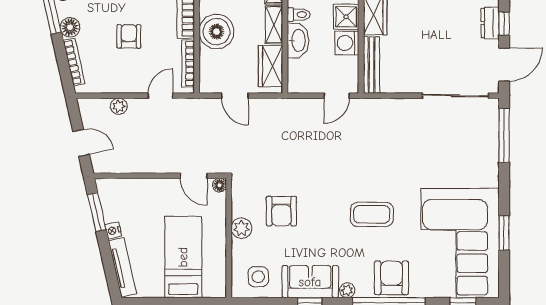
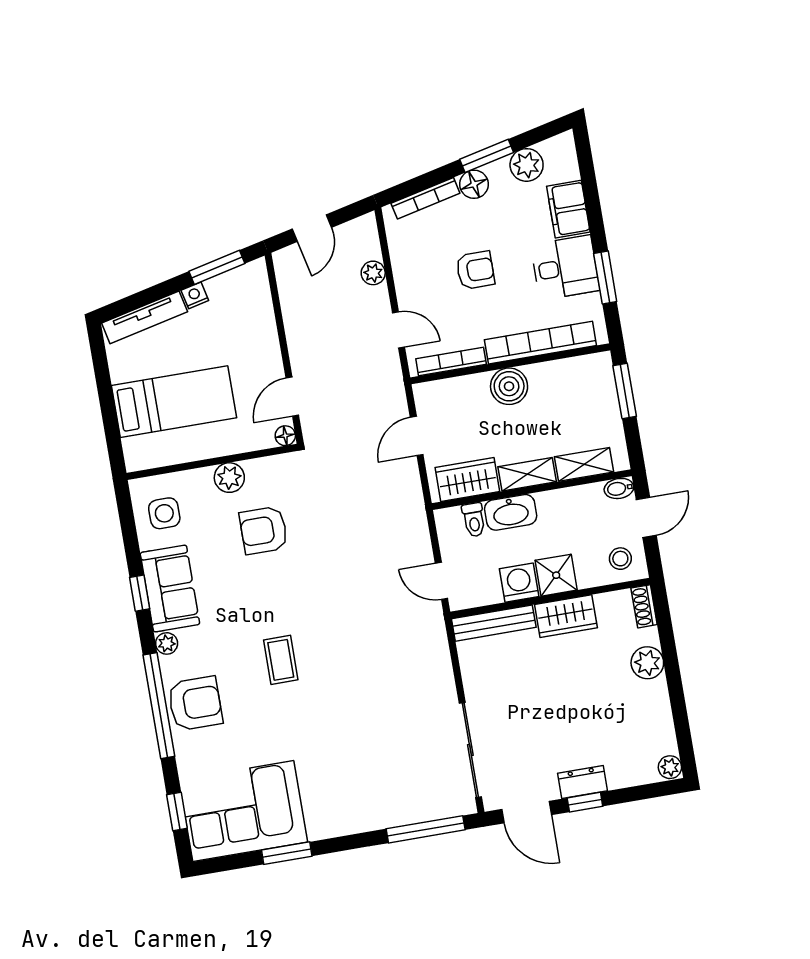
toilet: (299, 15) -> (474, 520), moved
boiler: (216, 32) -> (509, 386), width x0.73, depth x0.73
coffee table: (372, 214) -> (281, 660), width x0.73, depth x0.77
corner sofa: (460, 243) -> (243, 811), width x0.73, depth x0.74

